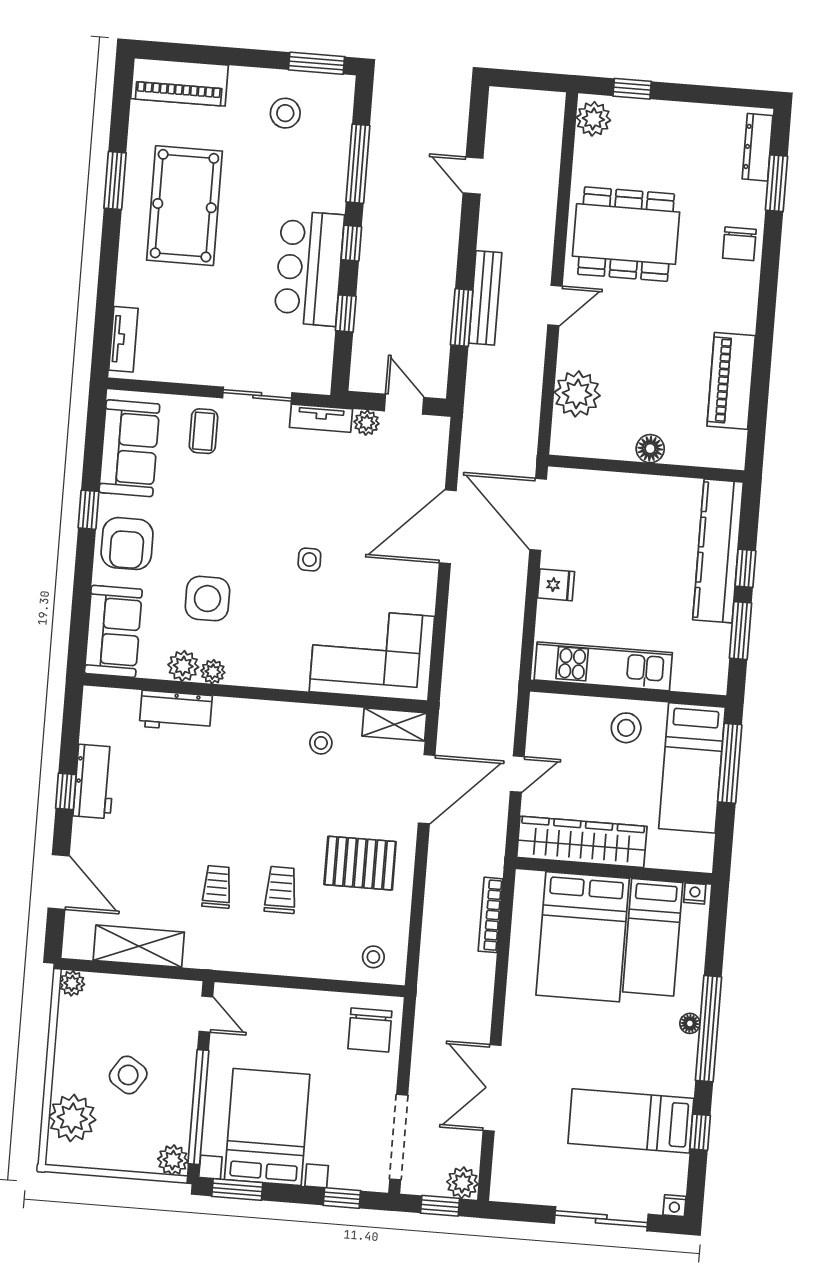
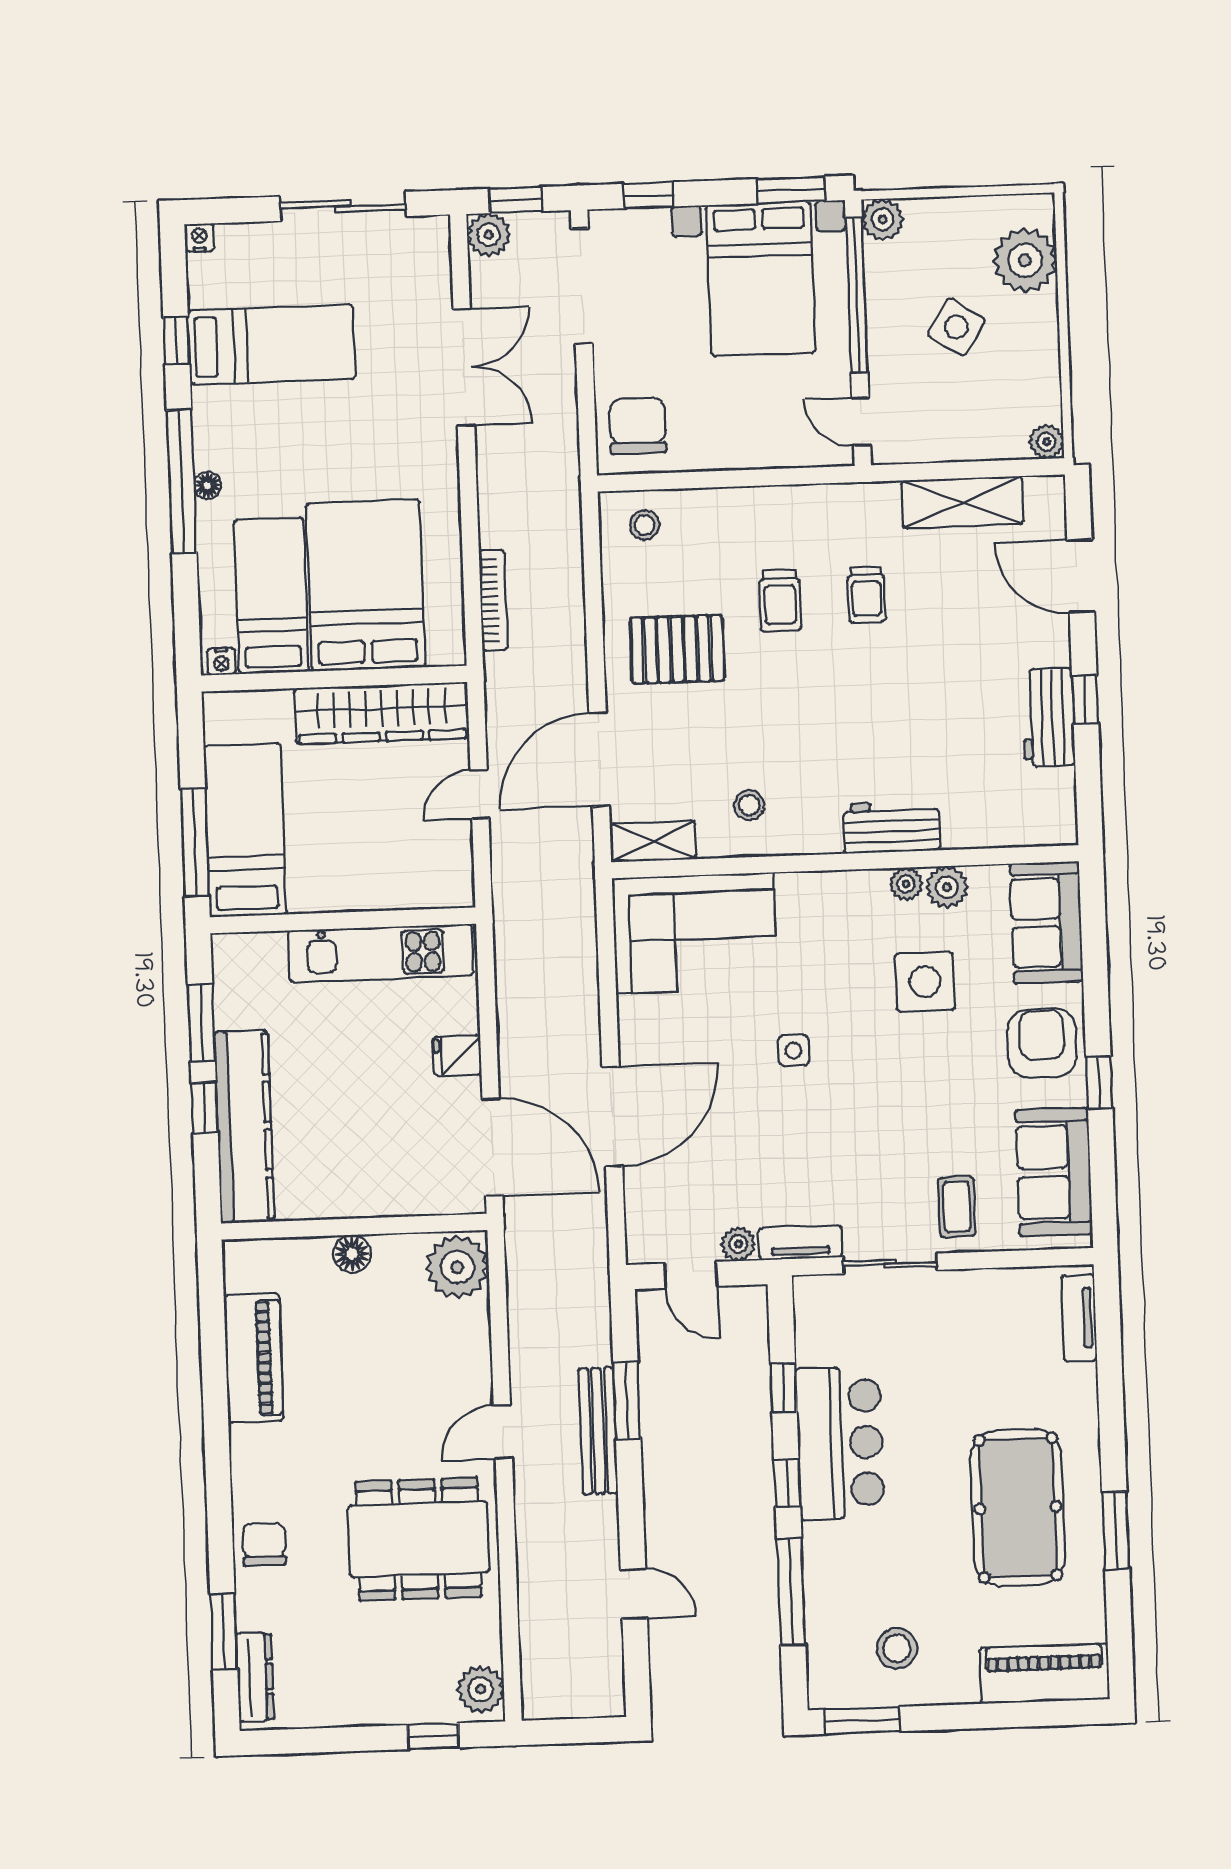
plant: (577, 394) -> (457, 1267), moved
workbench: (176, 711) -> (892, 827), moved
stool: (626, 728) -> (340, 874), removed
sliding door: (601, 1219) -> (343, 206), moved

